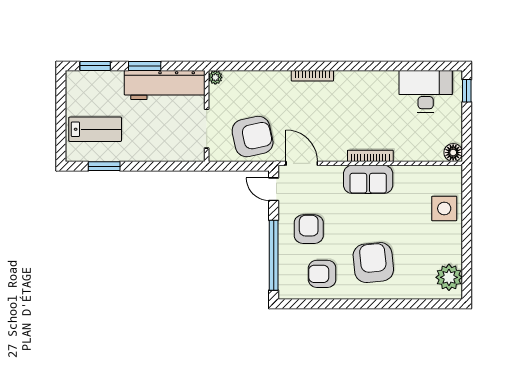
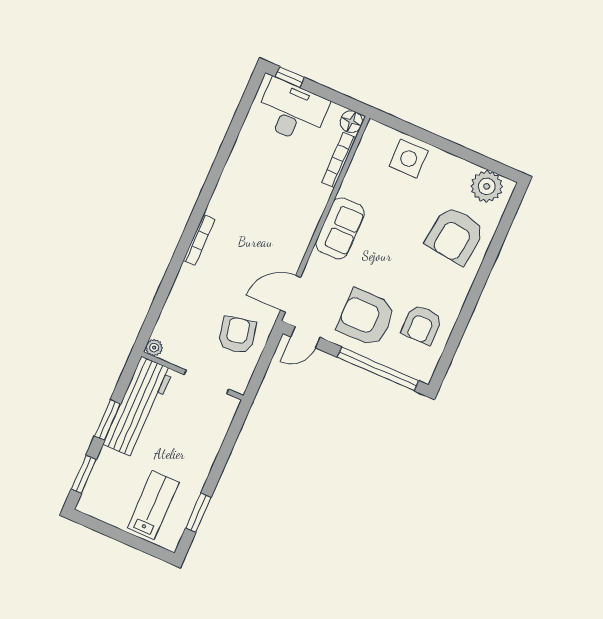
desk: (426, 91) -> (292, 111), moved, turned 90
armchair: (253, 137) -> (237, 335), width x0.73, depth x0.73
bookcase: (370, 156) -> (339, 160), moved
armchair: (309, 229) -> (366, 318), width x1.36, depth x1.36
armchair: (373, 263) -> (455, 235), moved, turned -77

